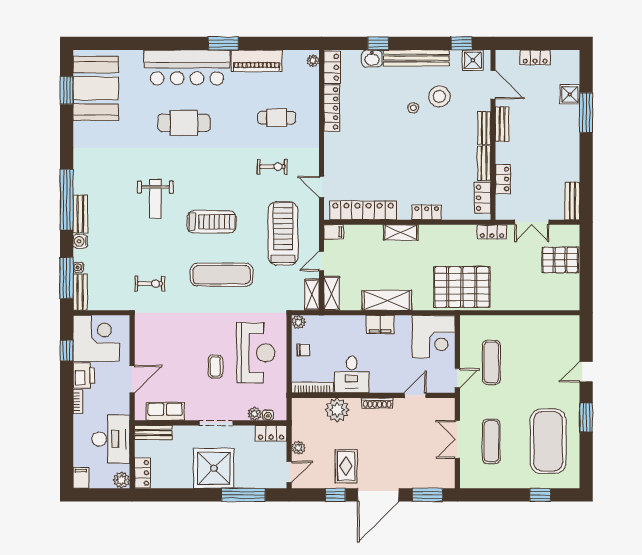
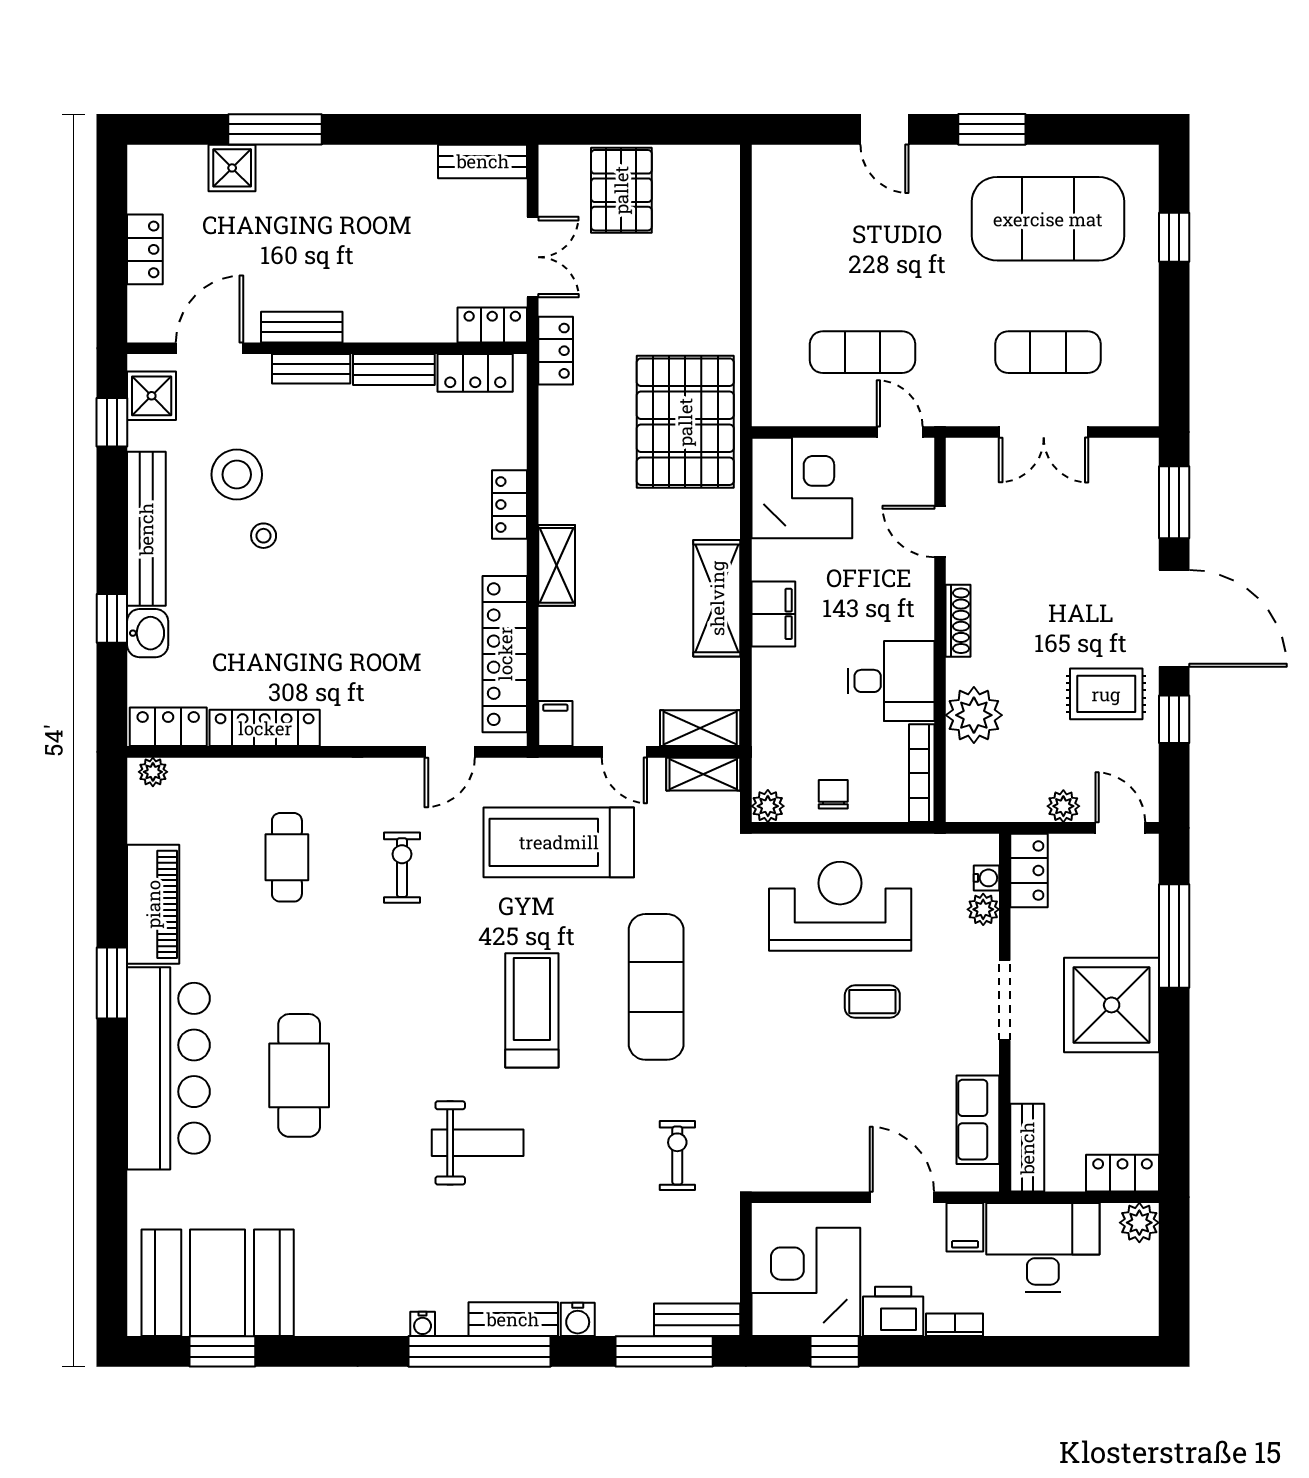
locker: (503, 179) -> (492, 325), moved
water cooler: (78, 267) -> (423, 1324), moved
filing cabinet: (81, 478) -> (965, 1227), moved, turned -90

